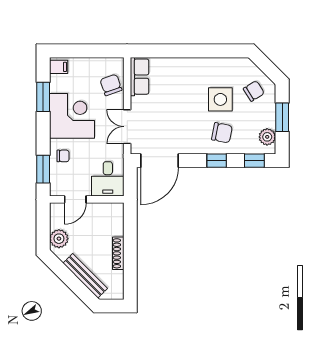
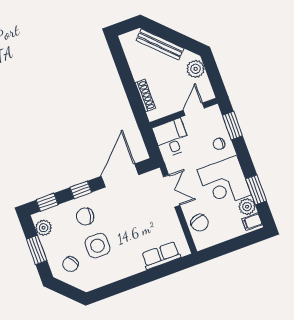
row of seats: (139, 77) -> (161, 256), moved, turned 90
plant: (58, 84) -> (247, 207), added
door: (159, 161) -> (120, 175), moved
shoe rack: (118, 253) -> (145, 95), moved

